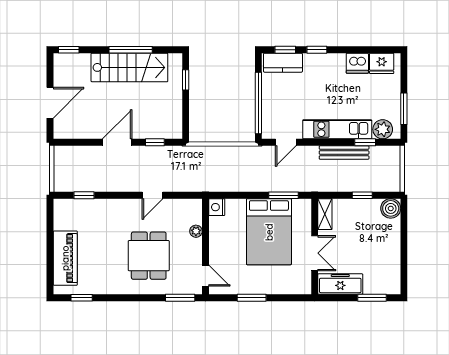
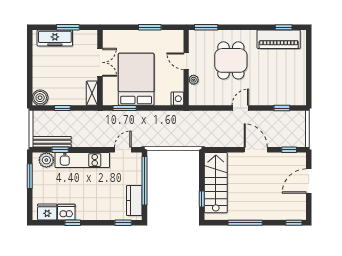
window: (317, 50) -> (73, 223), moved
kitchen counter: (283, 63) -> (134, 201), moved, turned -90
stairs: (129, 67) -> (216, 183), moved, turned 90
door: (117, 142) -> (256, 150), swing flipped
window: (155, 142) -> (289, 150), moved
bench: (344, 153) -> (52, 142), moved
door: (152, 195) -> (240, 108), moved
double door: (315, 253) -> (100, 62), swing flipped
piano: (65, 258) -> (279, 39), moved, turned -90
door: (205, 276) -> (186, 61), moved
freezer: (340, 284) -> (55, 38), moved
window: (372, 298) -> (68, 27), moved

